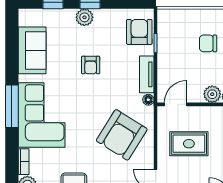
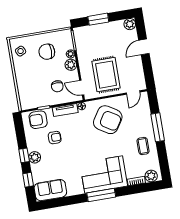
chair: (208, 43) -> (57, 86), moved
sofa: (32, 50) -> (50, 190), moved
armchair: (91, 65) -> (55, 138), moved
rug: (189, 144) -> (106, 75), width x1.36, depth x1.43

